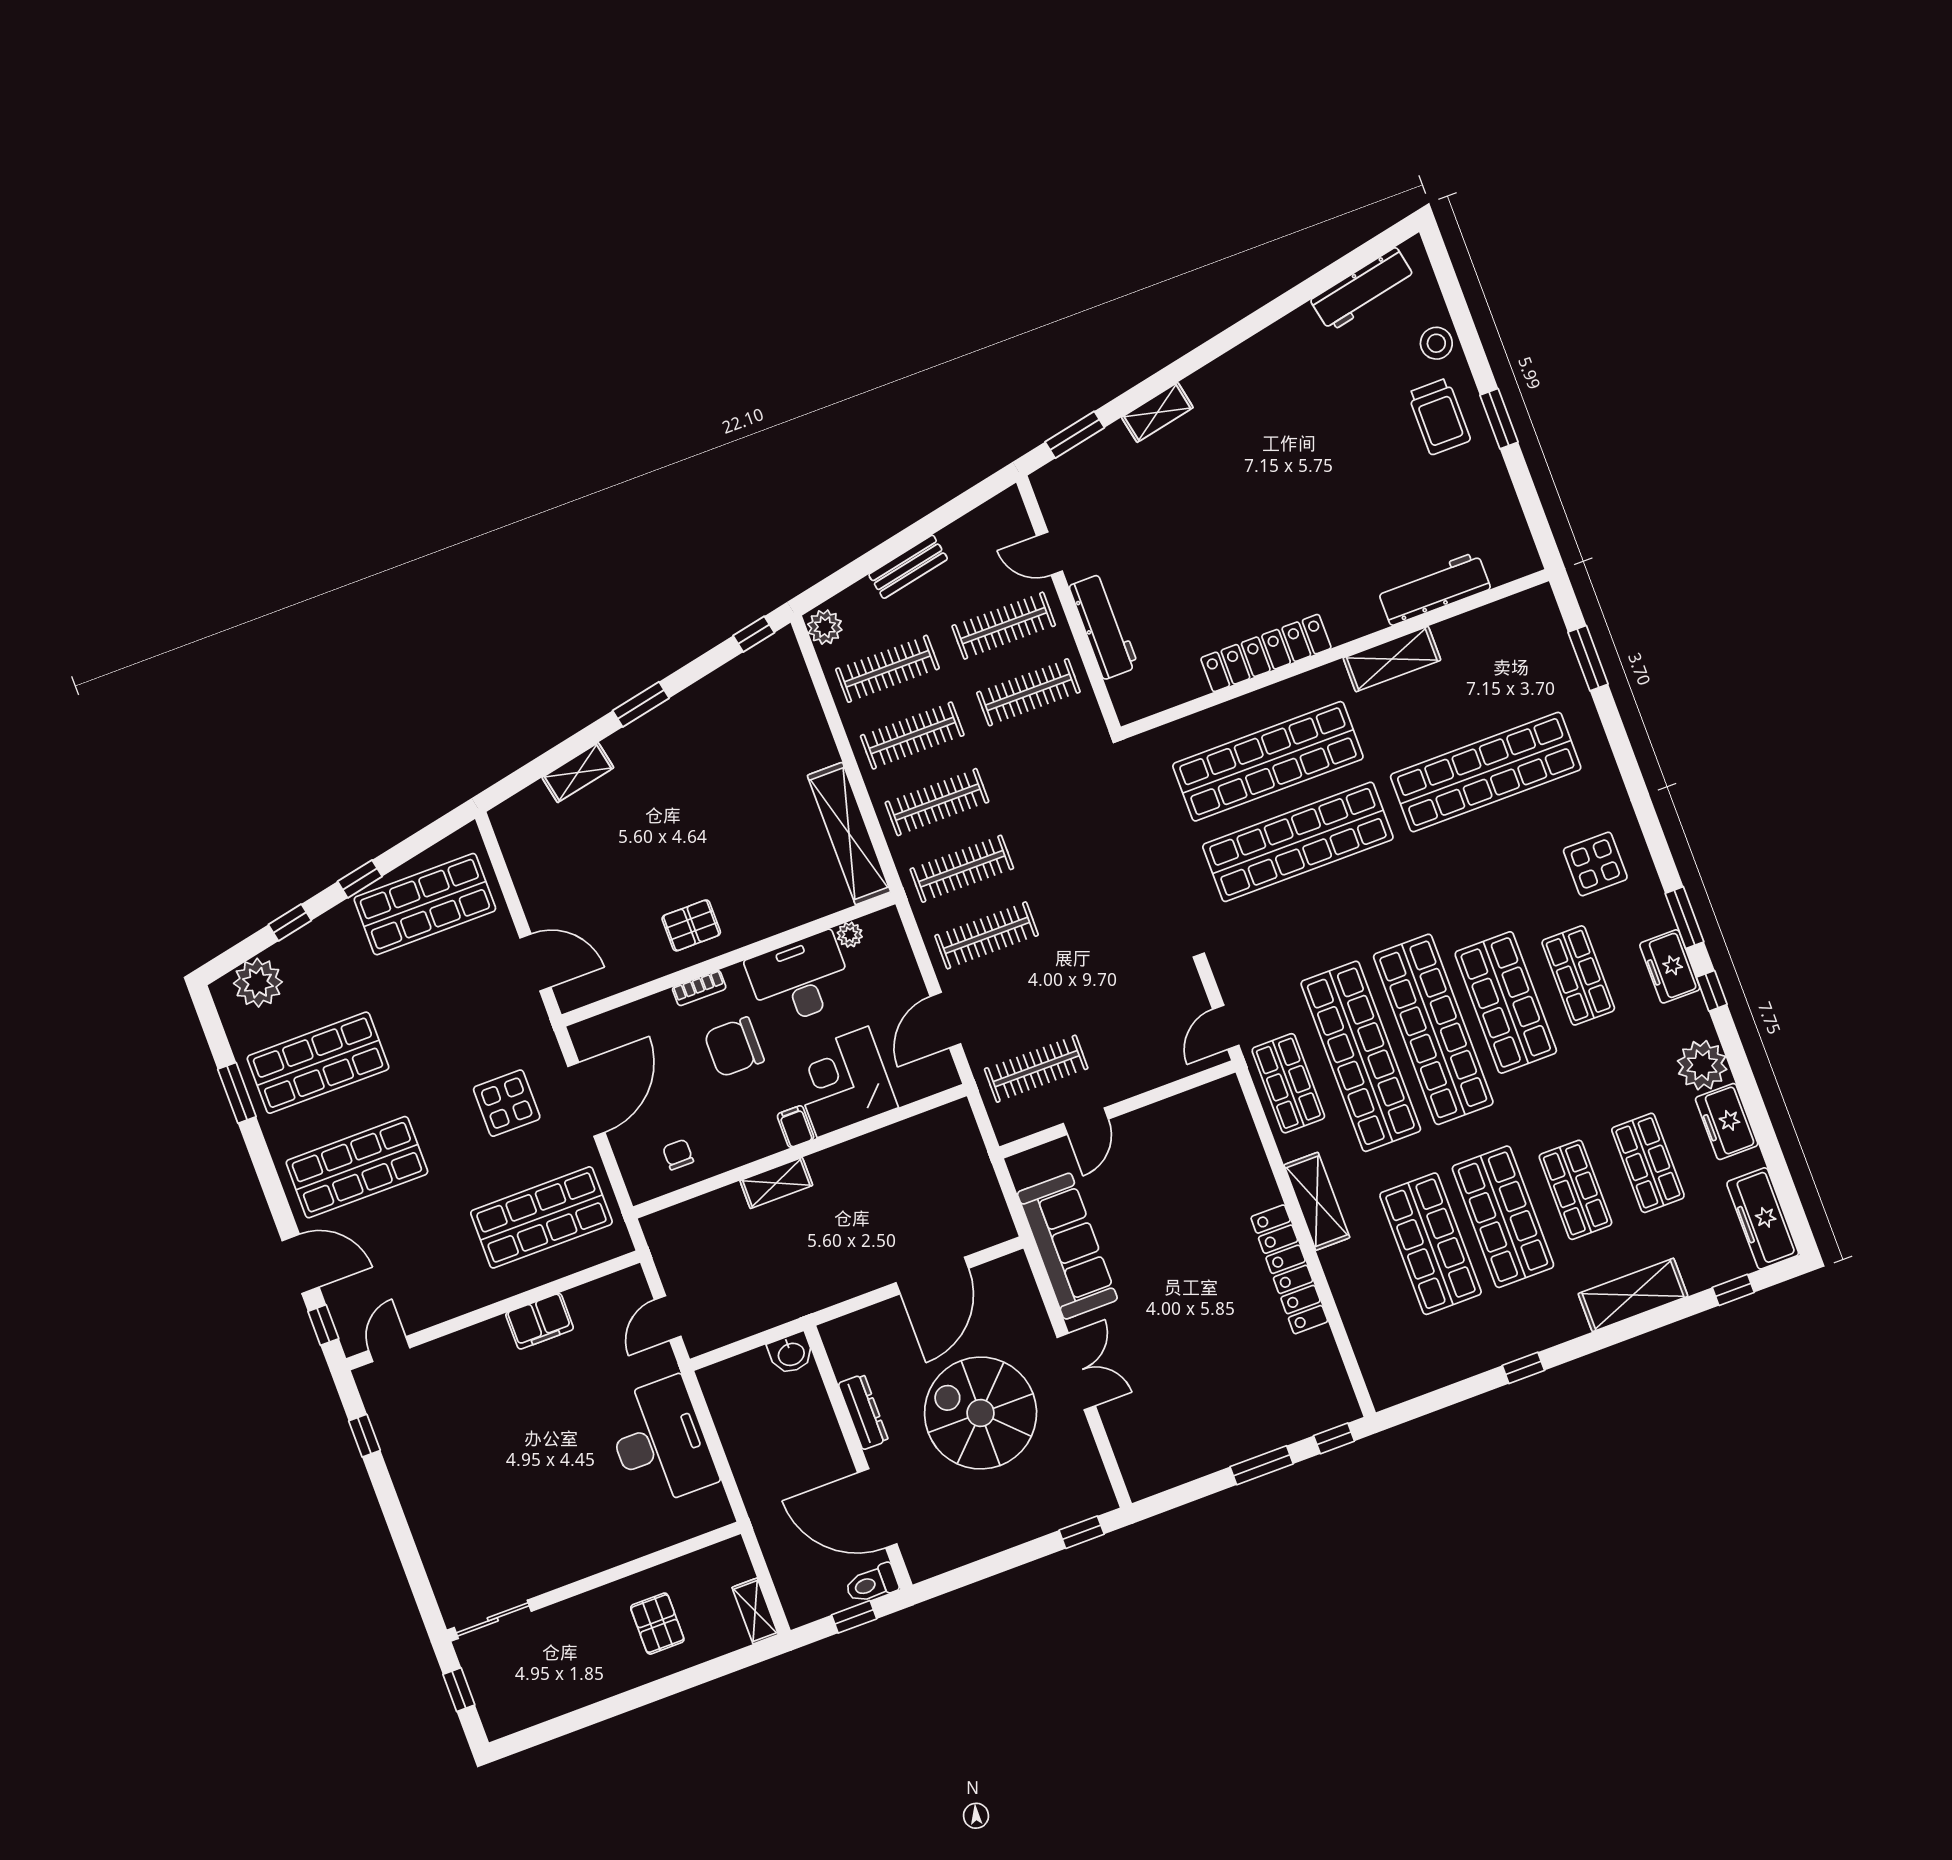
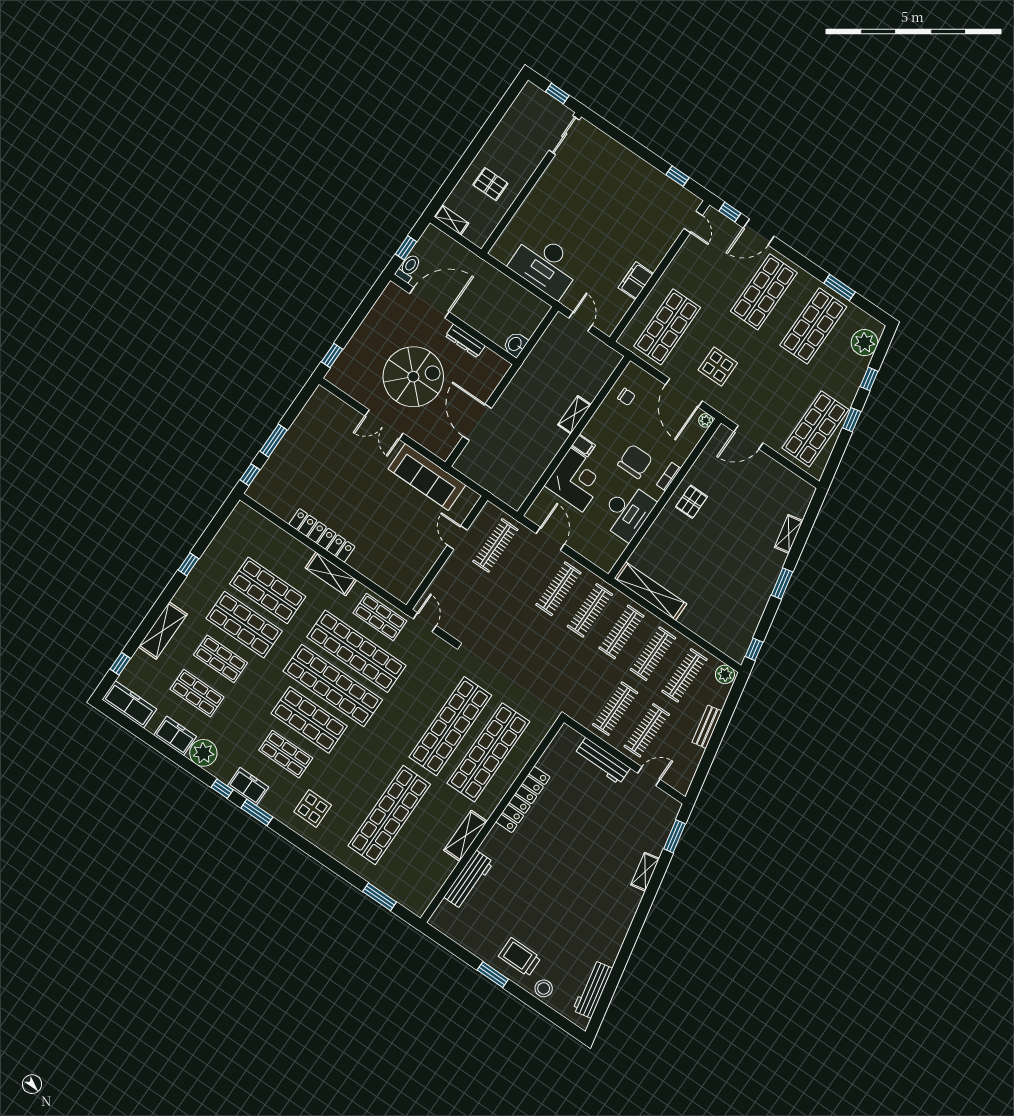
plant: (850, 935) -> (706, 420), moved

